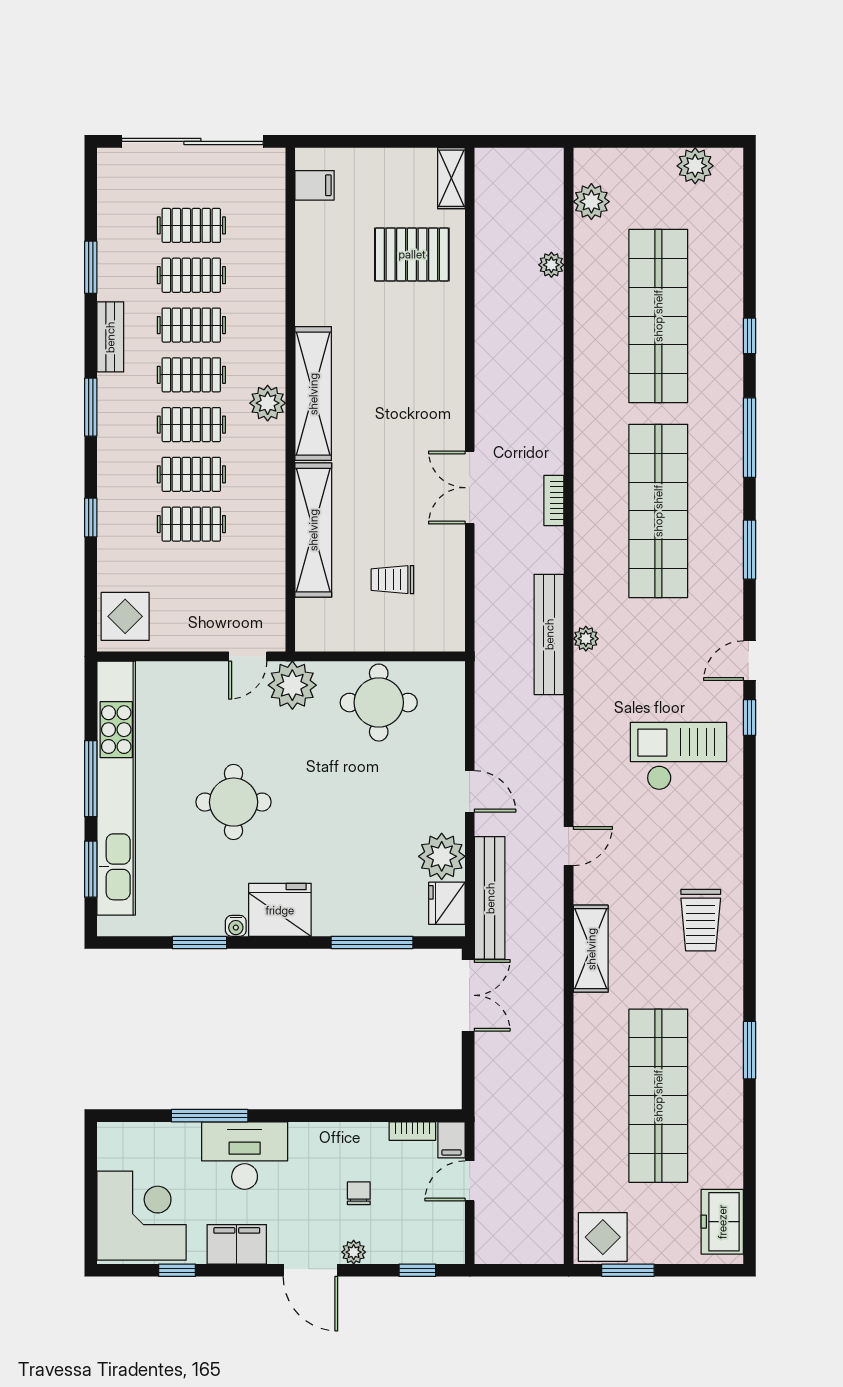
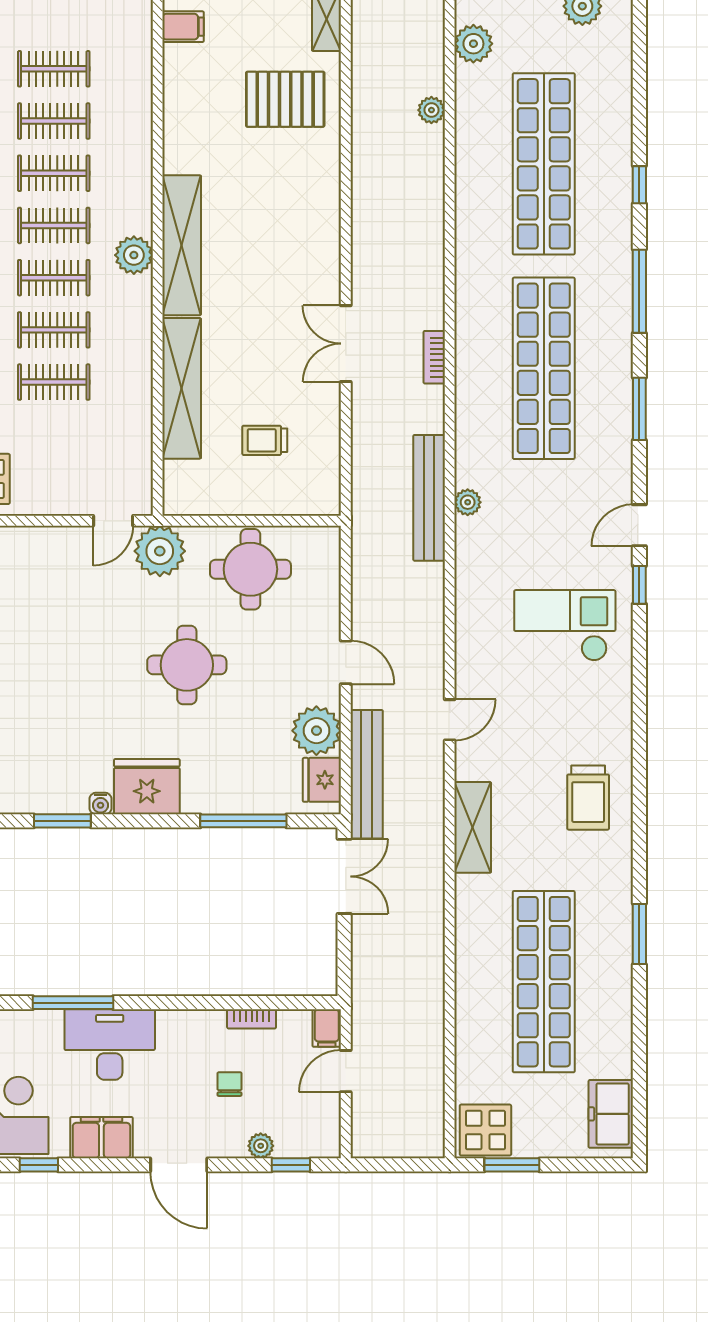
round table: (234, 802) -> (187, 665), moved
bookcase: (412, 1131) -> (252, 1019), moved
plant: (354, 1252) -> (261, 1146), moved

